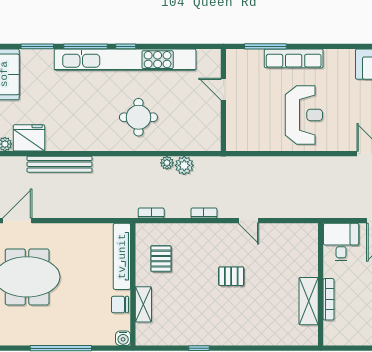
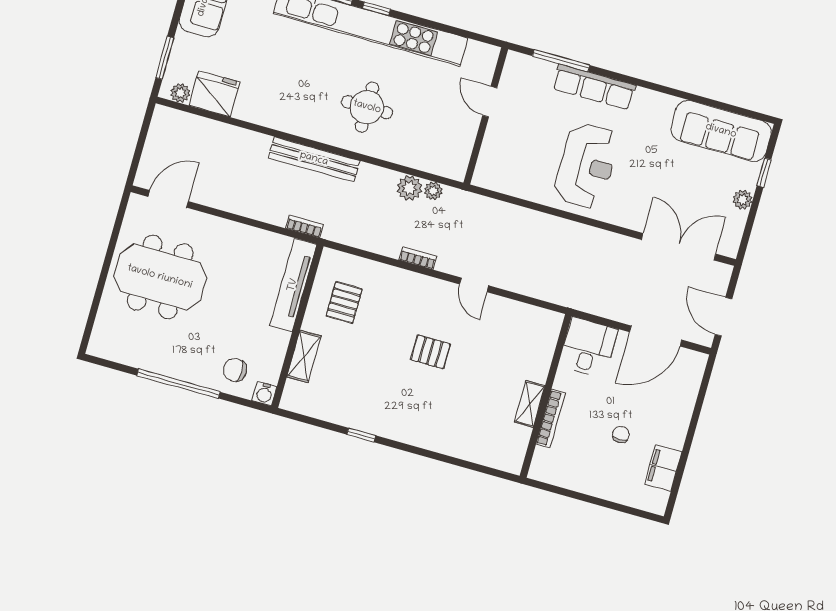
plant: (167, 163) -> (433, 191), moved
bench: (60, 164) -> (314, 159), moved
bookcase: (151, 213) -> (305, 226), moved
shelving: (309, 301) -> (530, 404), width x0.67, depth x0.75
chair: (120, 305) -> (235, 370), moved

